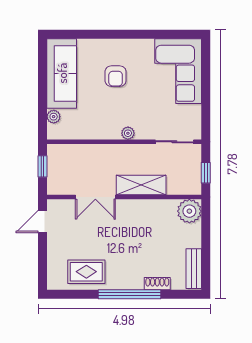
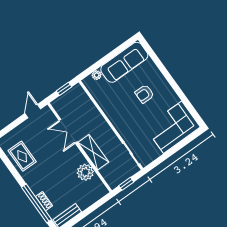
plant: (128, 133) -> (117, 124), removed
plant: (189, 211) -> (85, 172), moved
door: (42, 222) -> (33, 111), hinge flipped
window: (130, 294) -> (37, 203), moved

